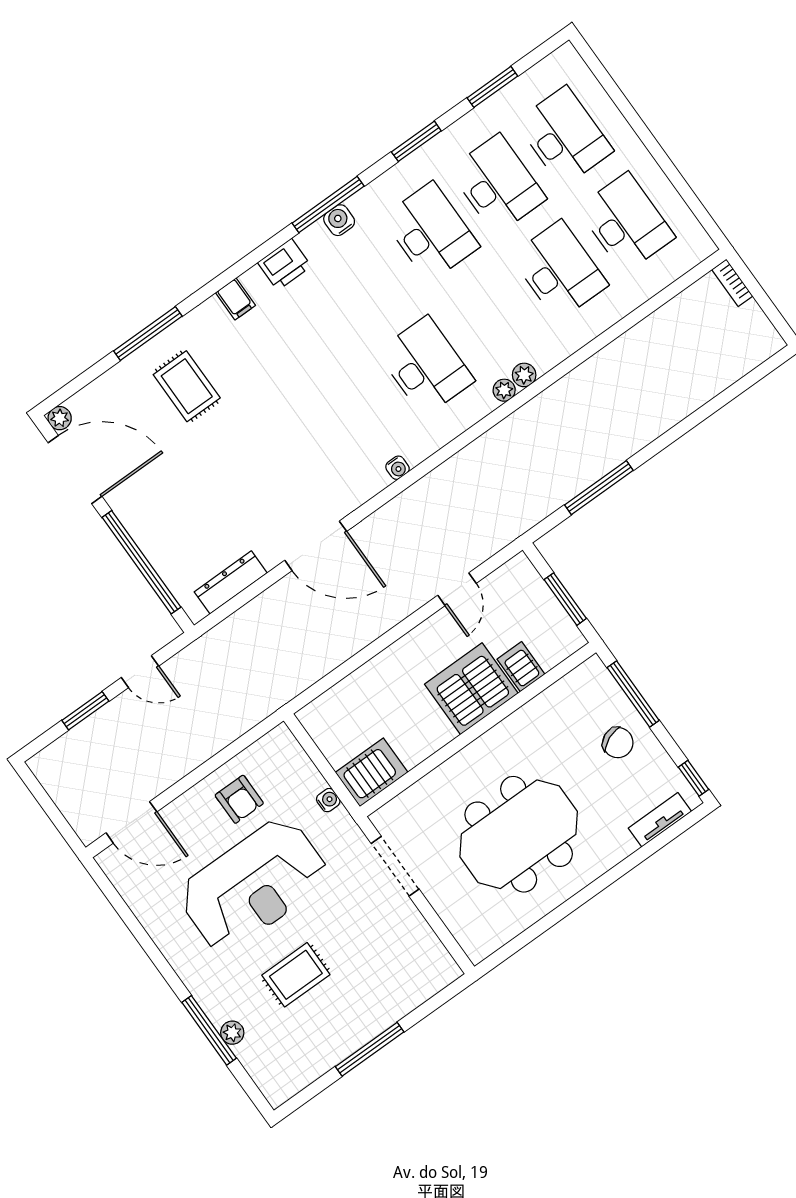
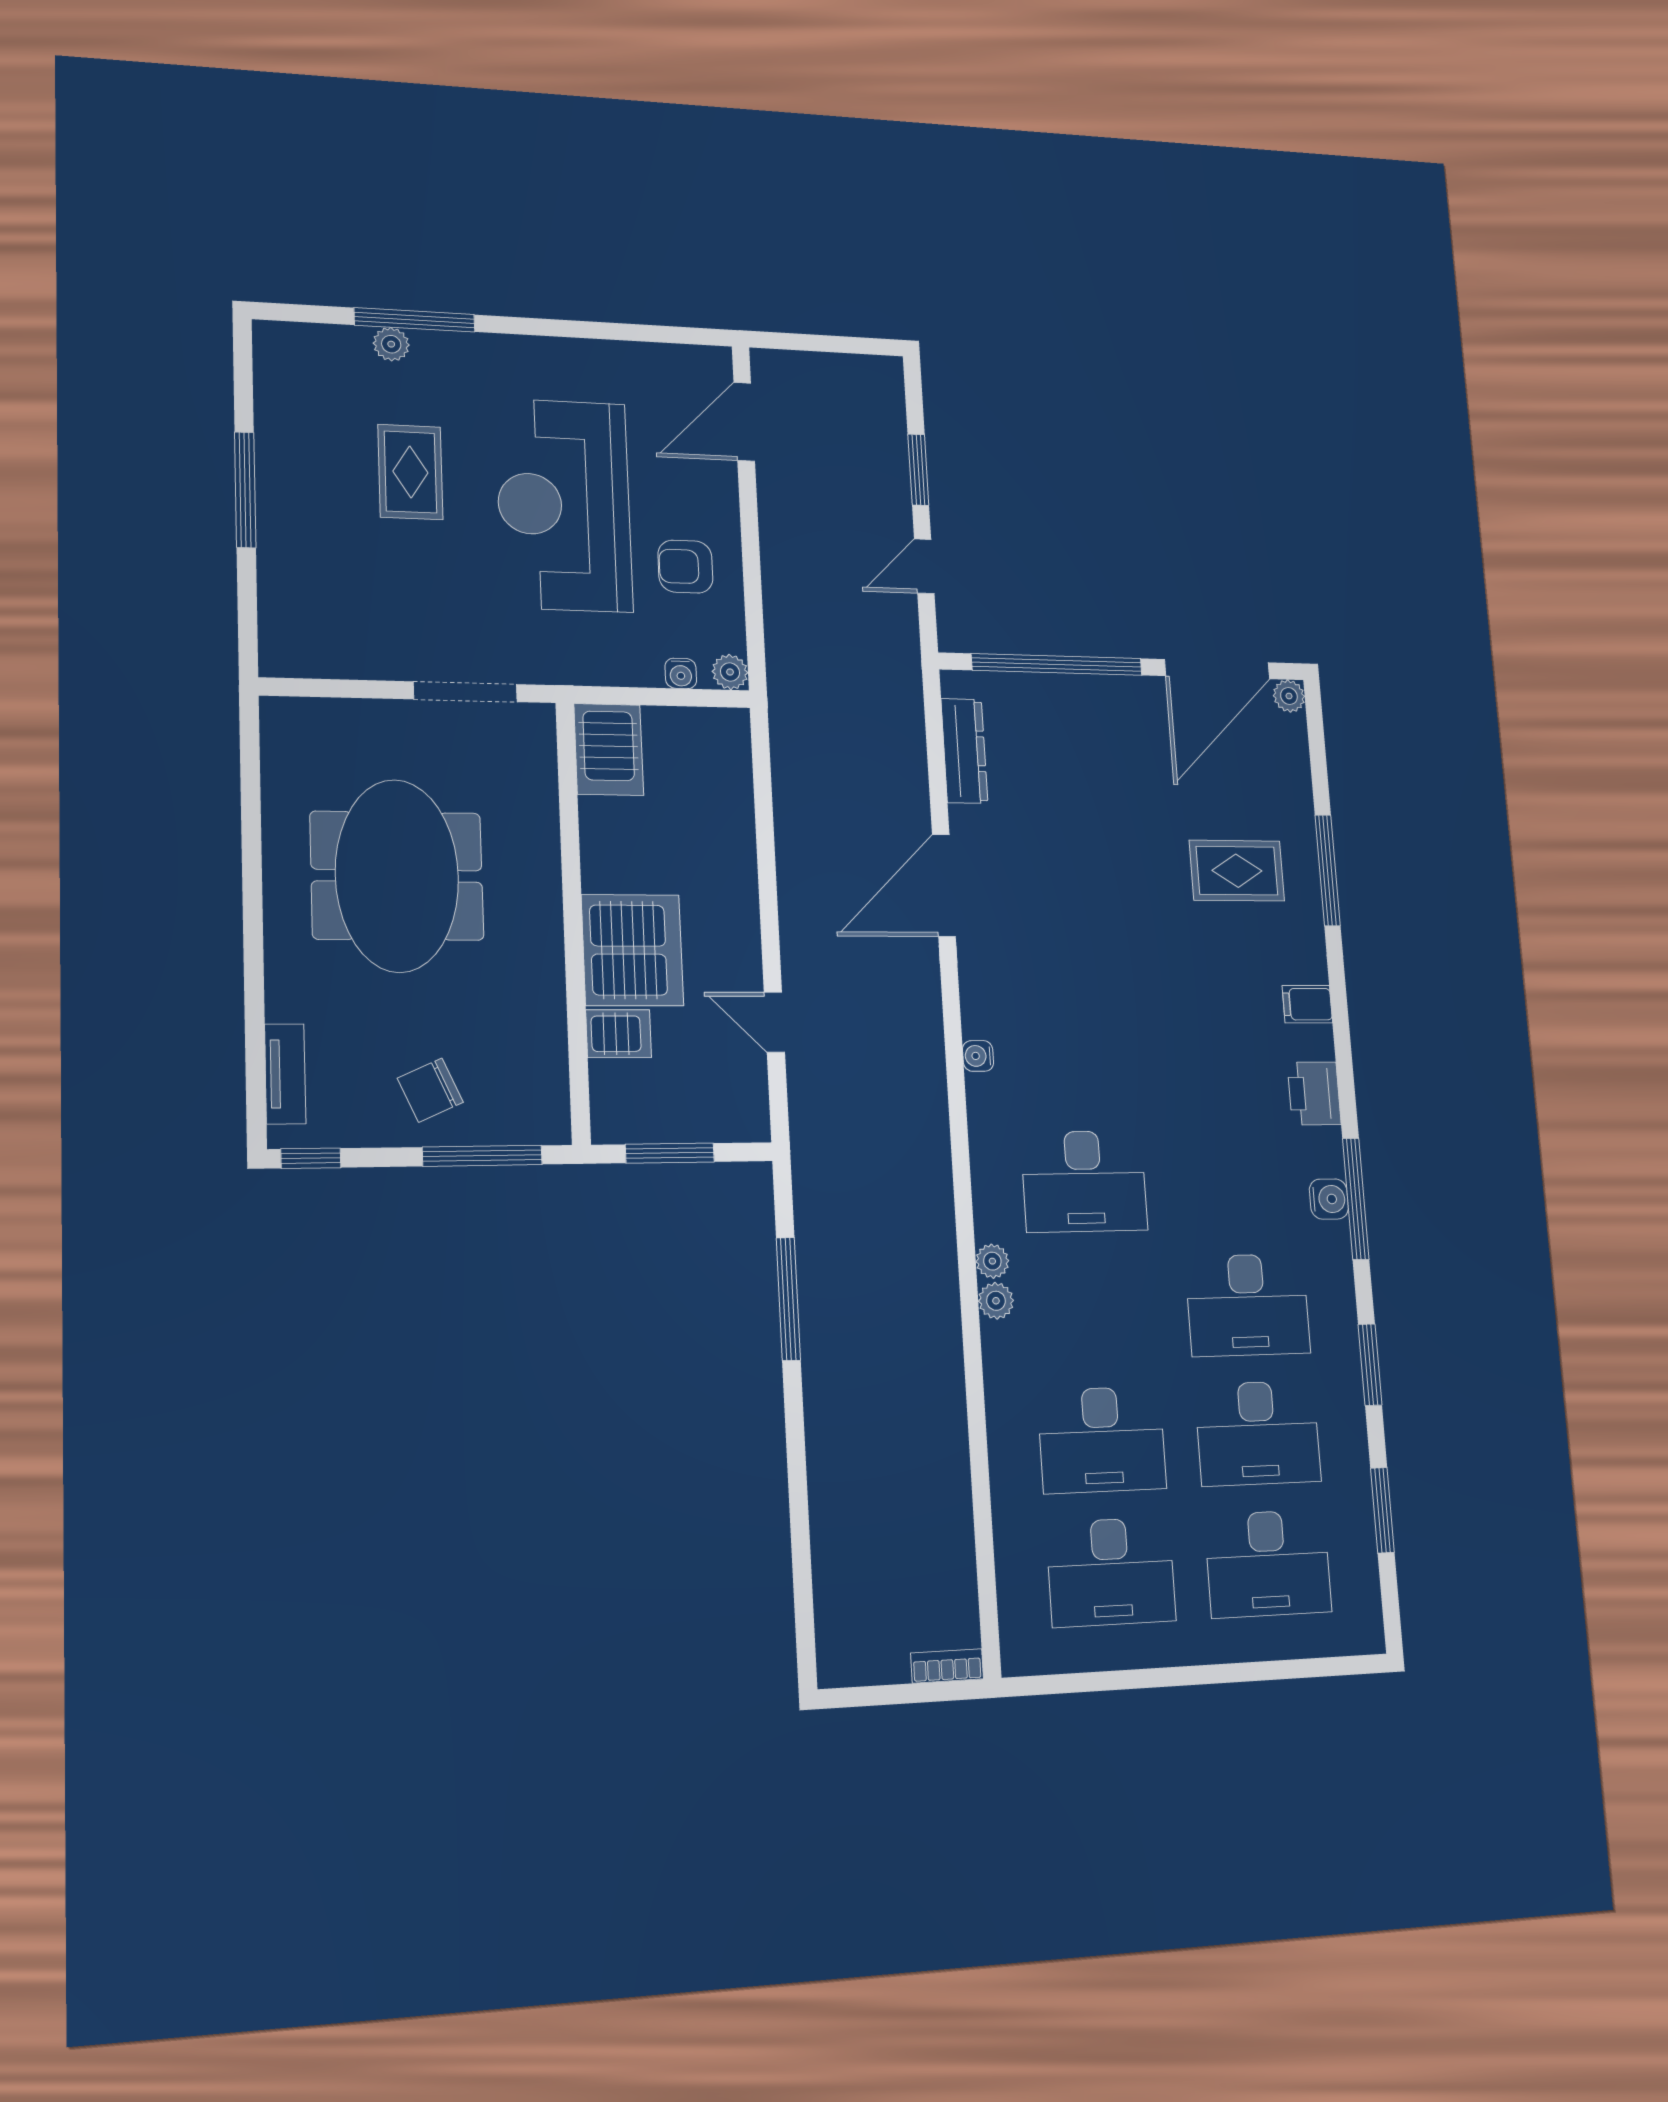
plant: (281, 737) -> (730, 672), added
water cooler: (328, 800) -> (681, 673), moved

